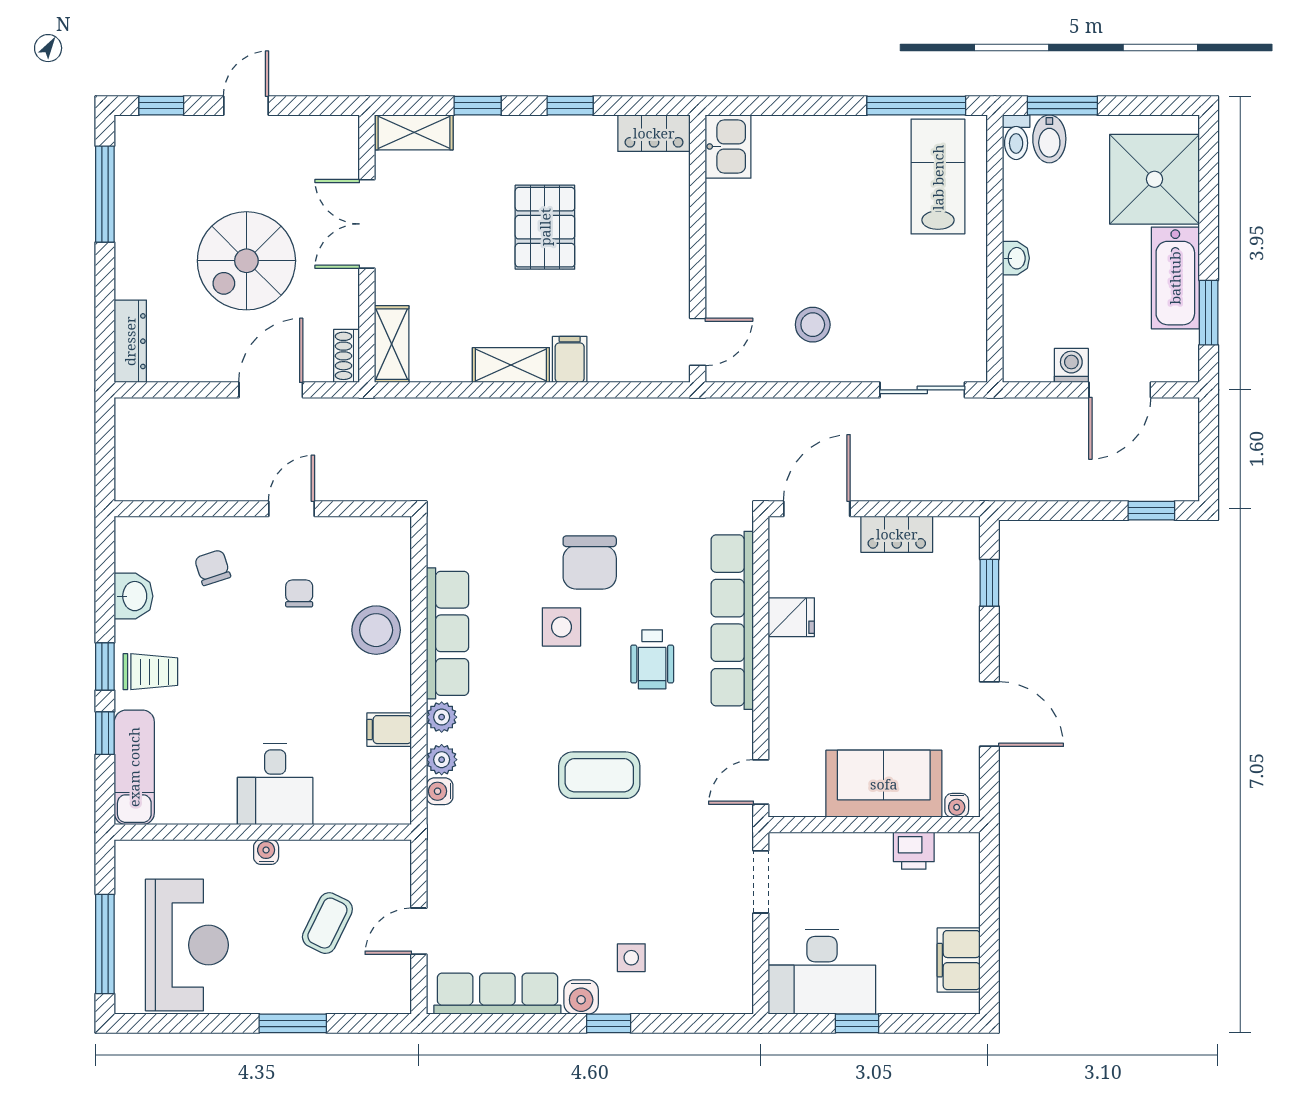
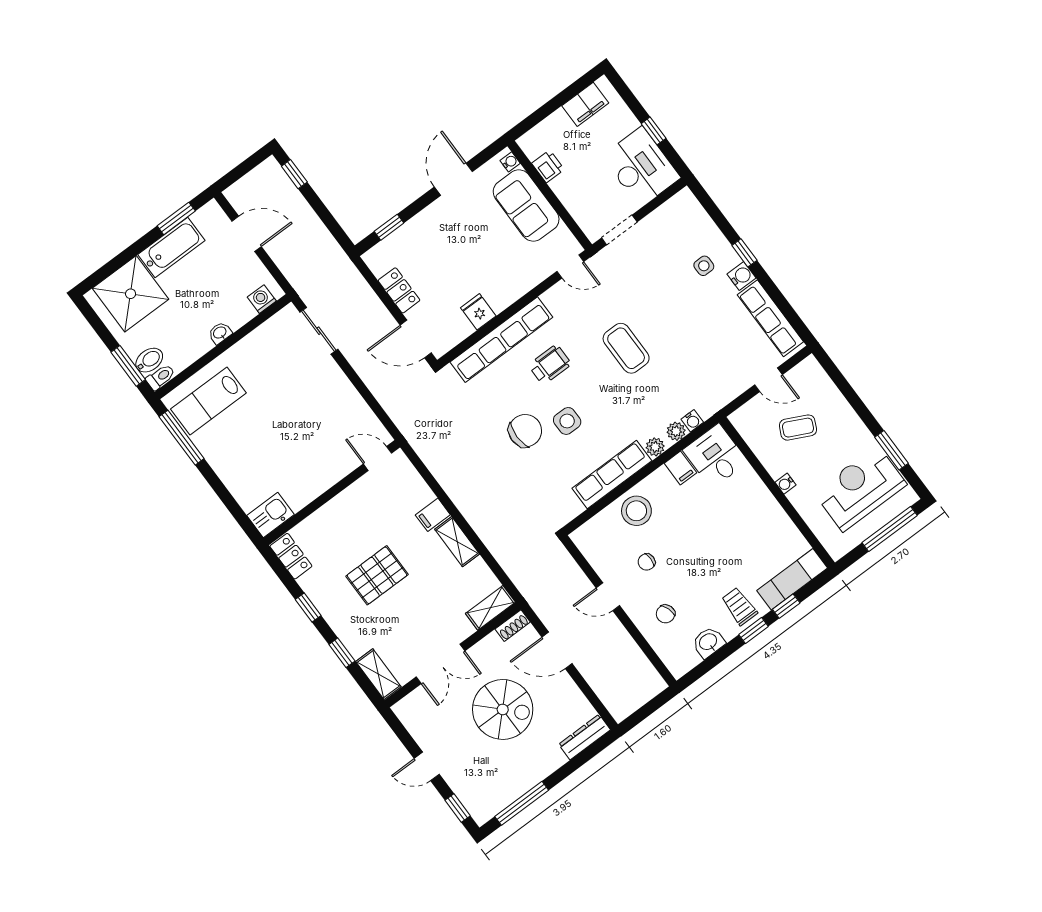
stool: (813, 325) -> (327, 408), removed
washing machine: (1071, 365) -> (262, 299), moved, turned 90
desk: (275, 784) -> (715, 456), moved, turned -90
window: (293, 1023) -> (891, 450), moved

